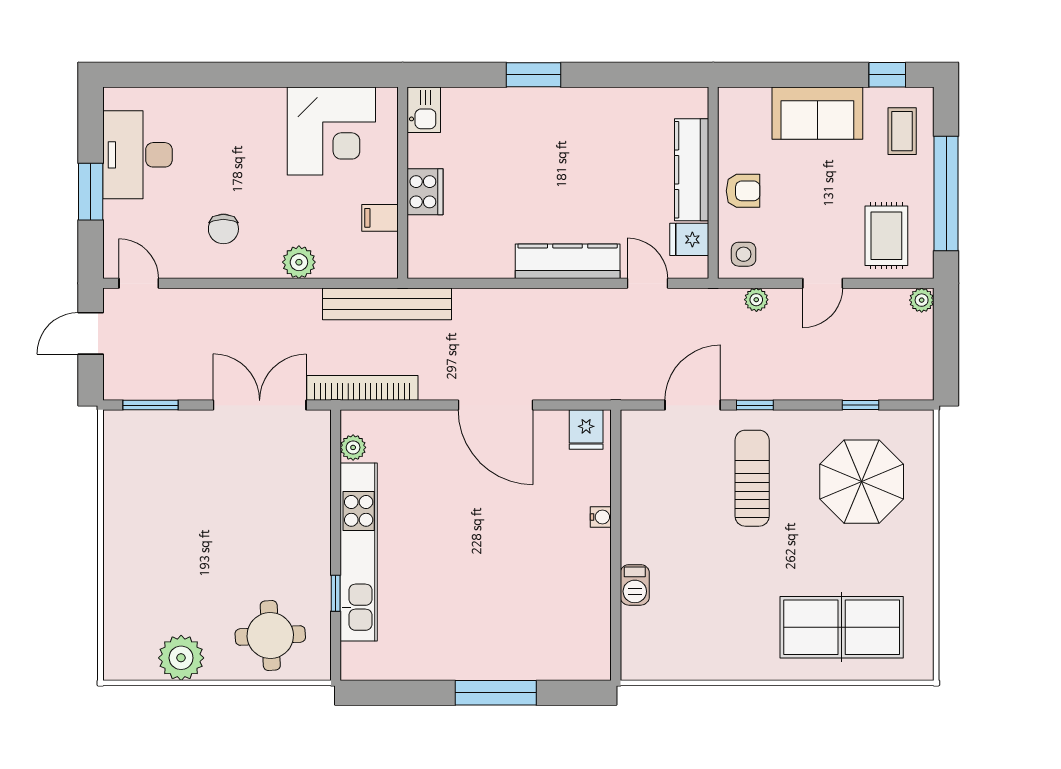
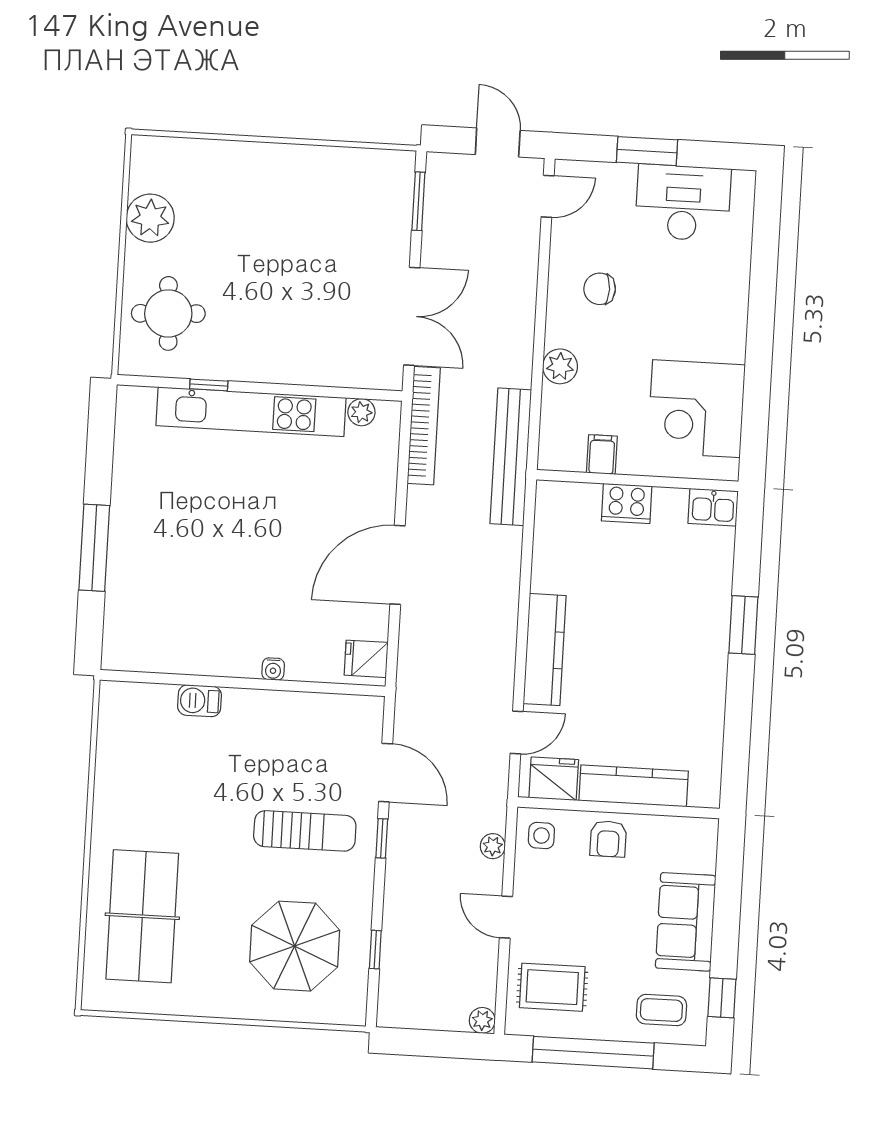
fridge: (689, 239) -> (554, 779), width x1.38

